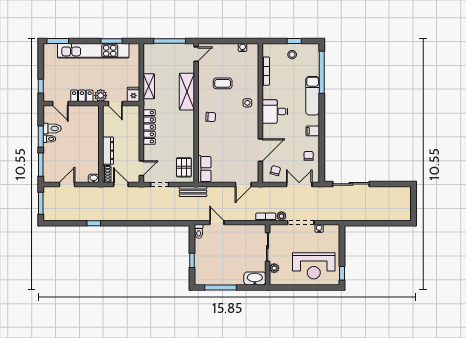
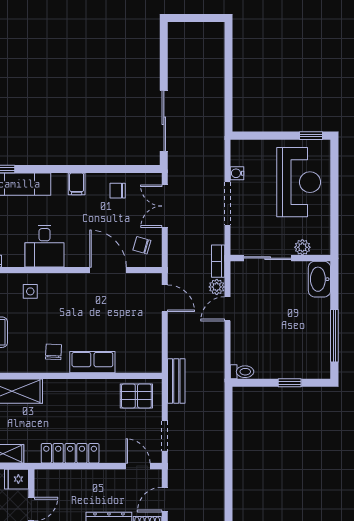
row of seats: (204, 169) -> (92, 362), moved
plant: (281, 216) -> (217, 287), moved
door: (217, 223) -> (228, 309), moved

